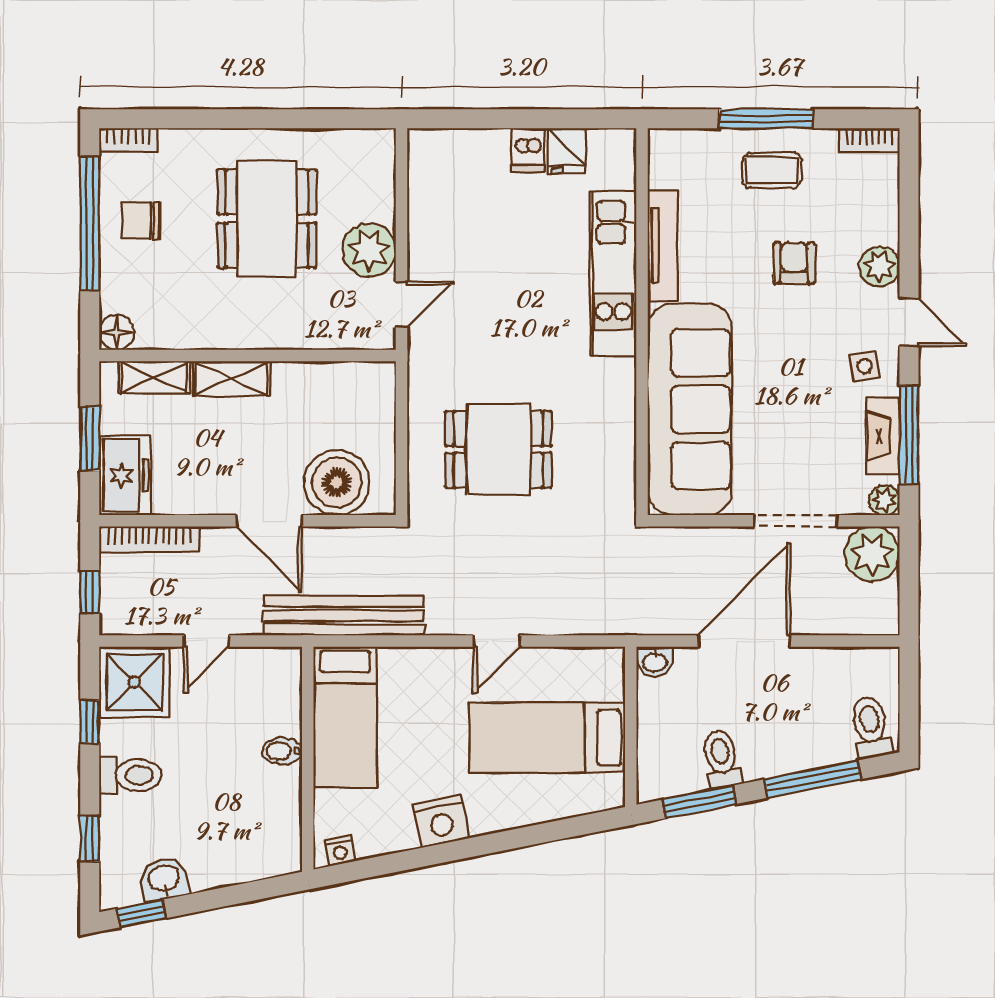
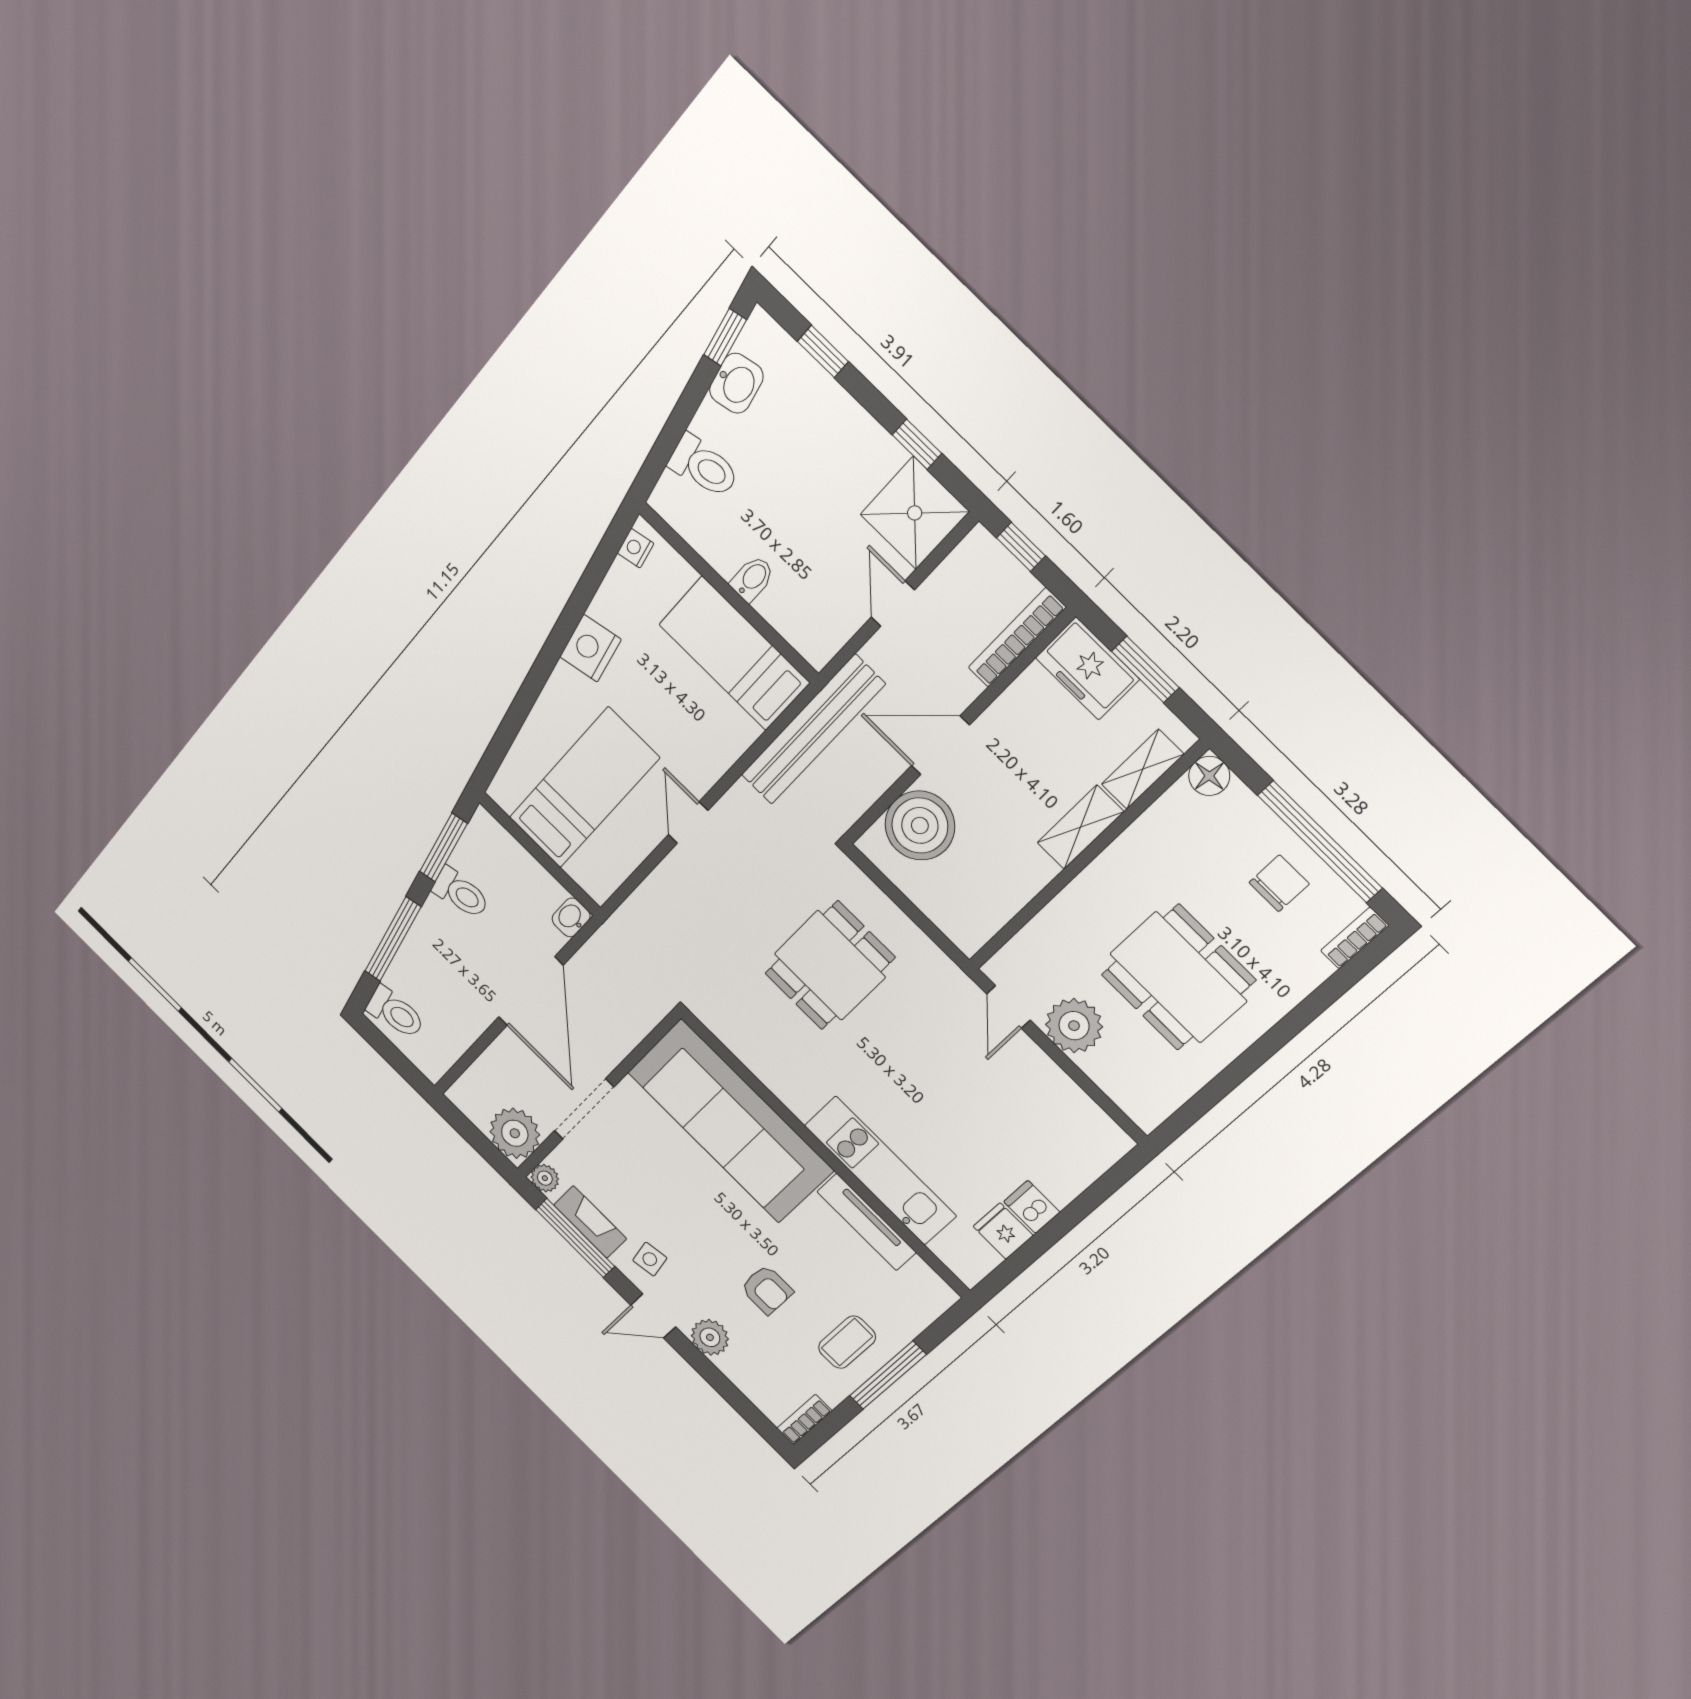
toilet: (130, 775) -> (704, 466), moved, turned -101

